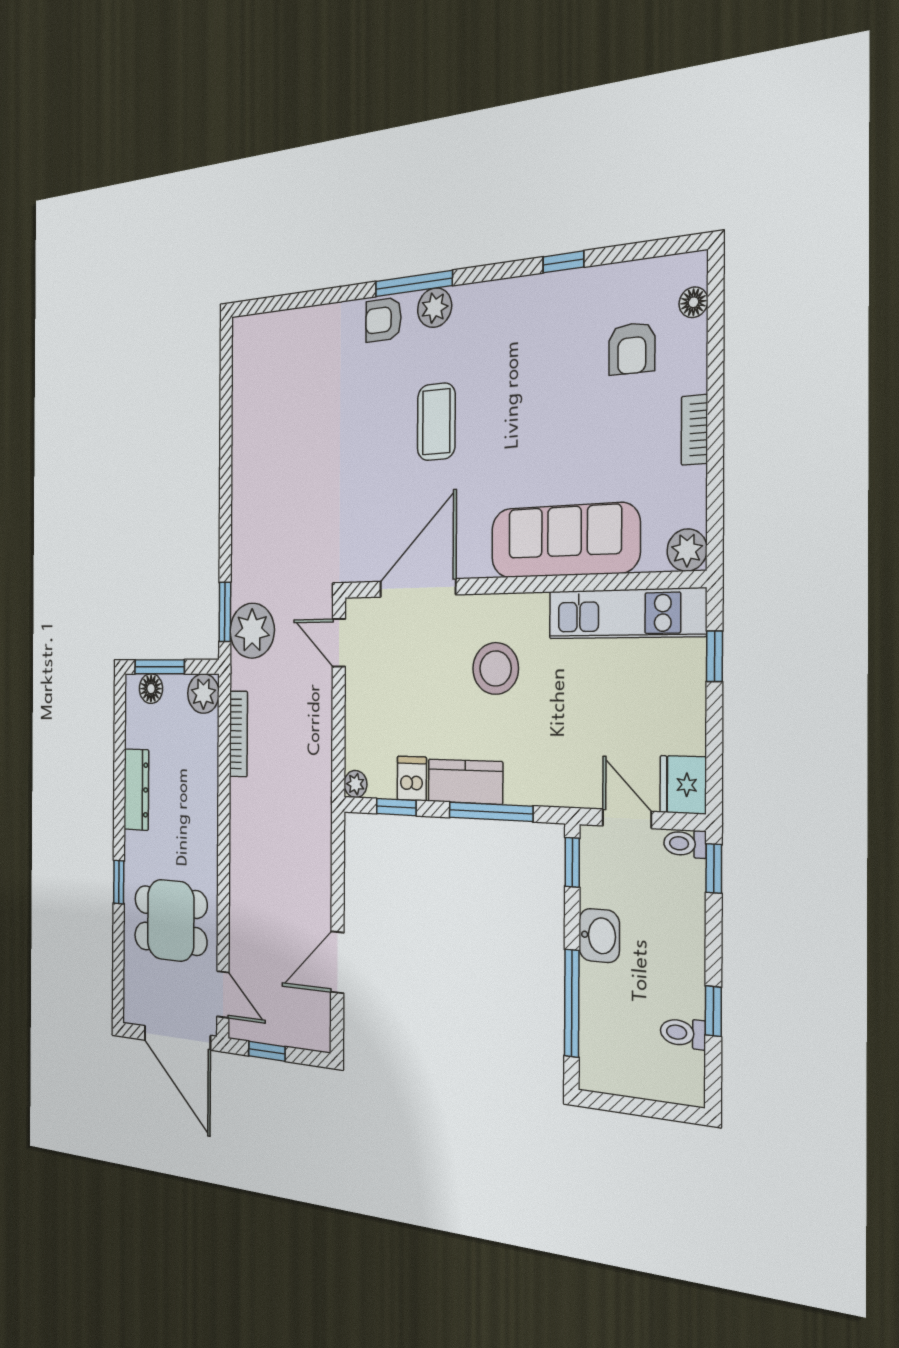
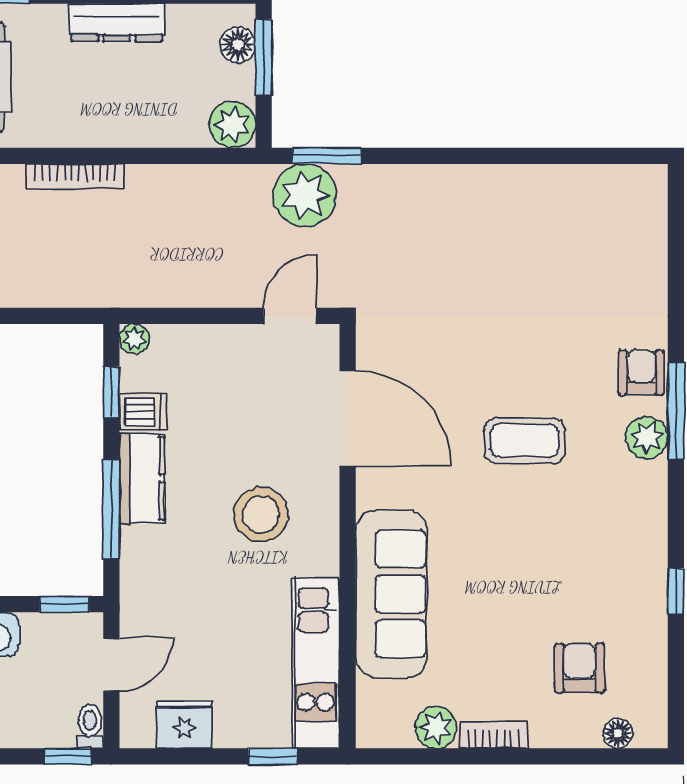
armchair: (632, 348) -> (580, 668), turned 90
plant: (687, 550) -> (436, 727), moved
bookcase: (238, 734) -> (75, 176), moved
fridge: (683, 785) -> (184, 724), moved

